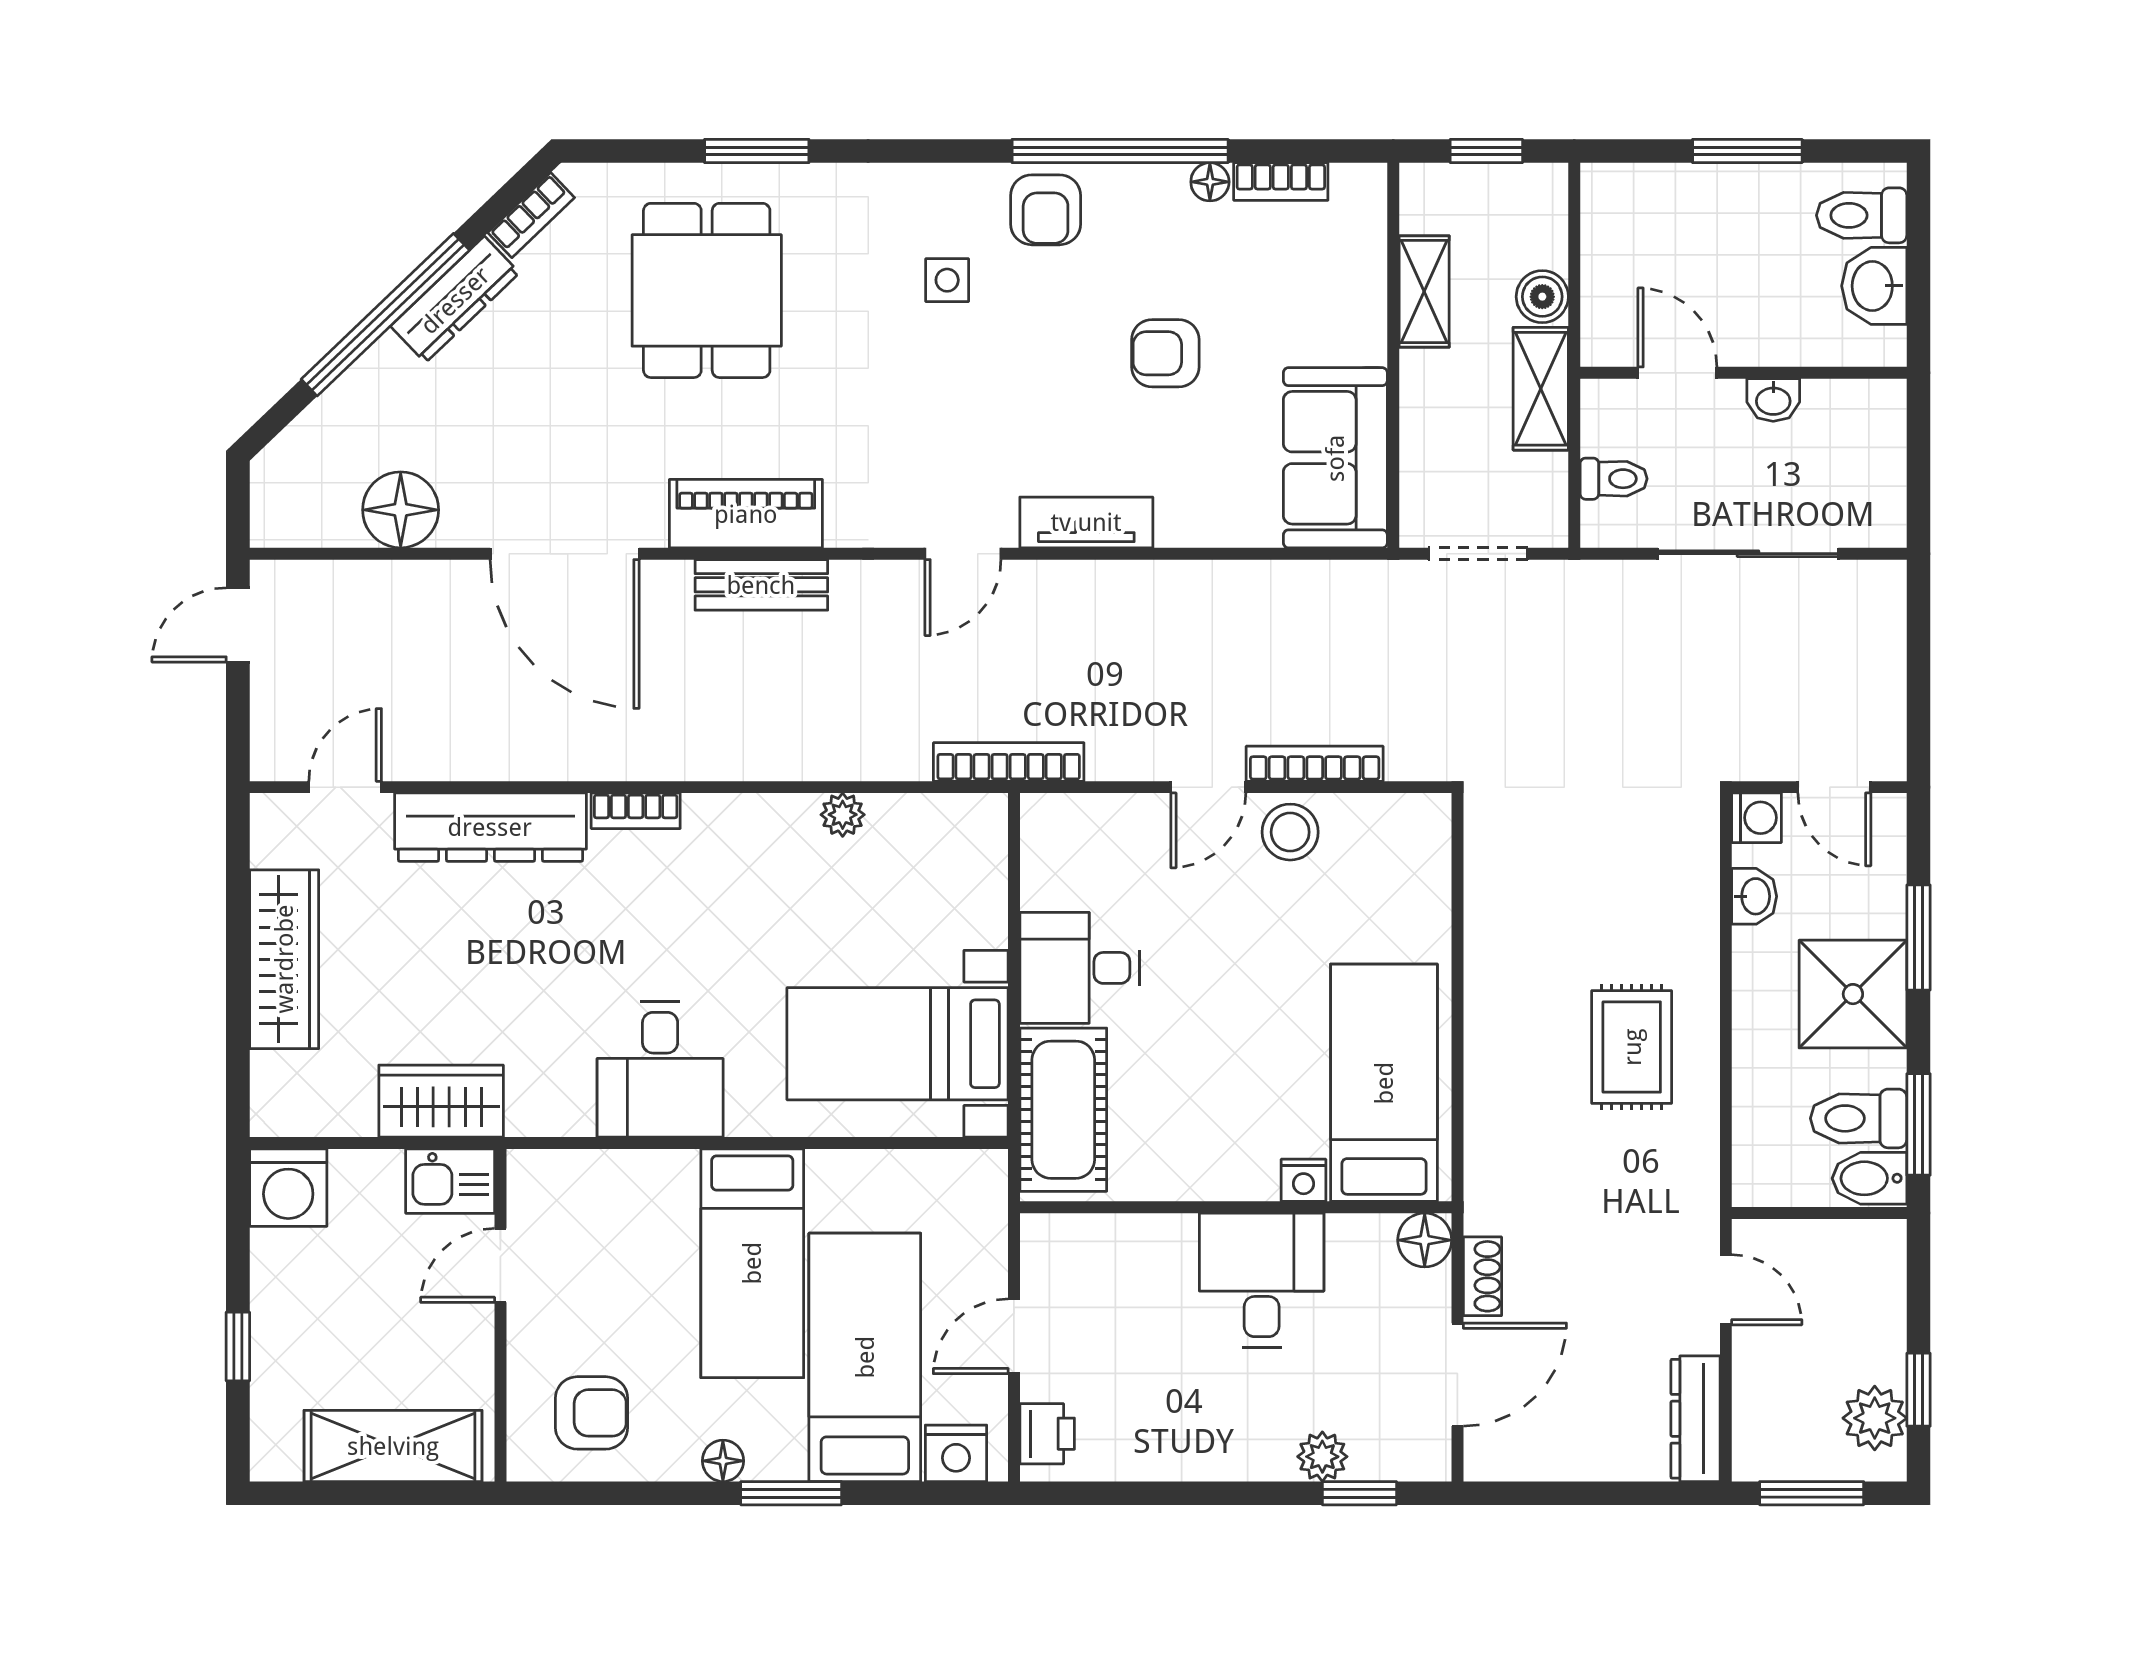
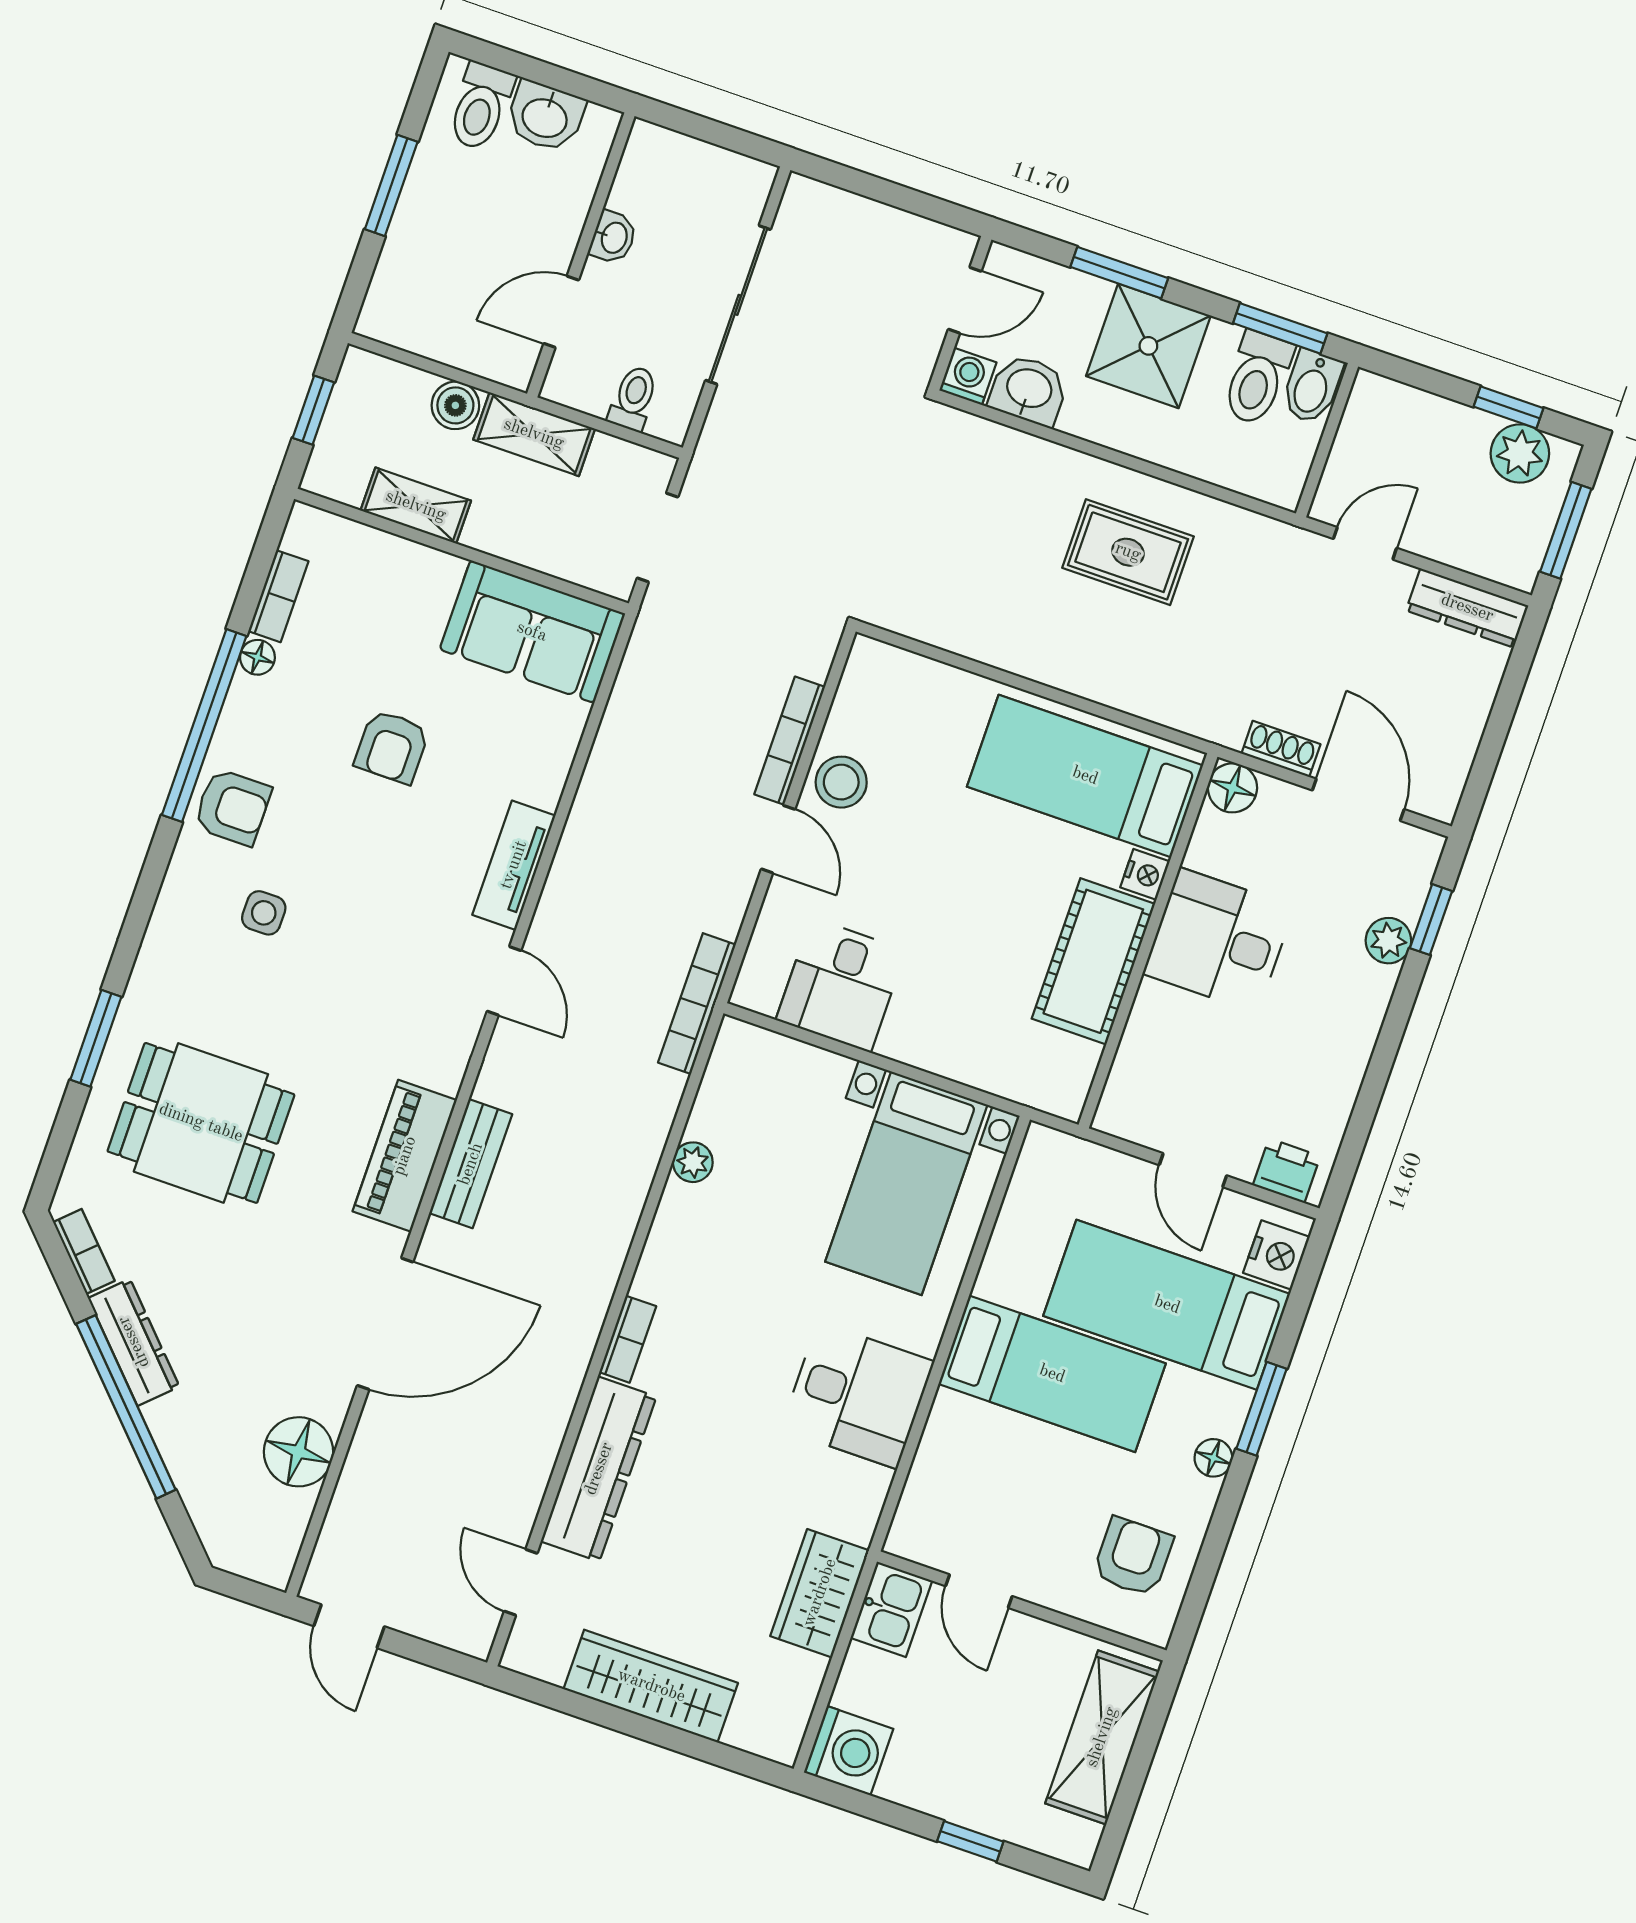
washbasin: (1754, 896) -> (1029, 390), width x1.38, depth x1.45
desk: (1080, 968) -> (841, 985), moved
cot: (1063, 1110) -> (1093, 961), moved, turned 90

